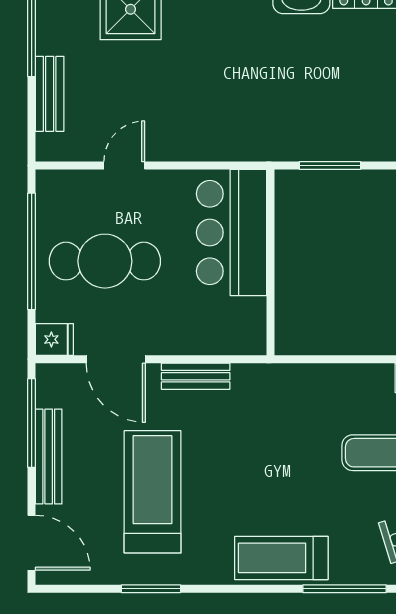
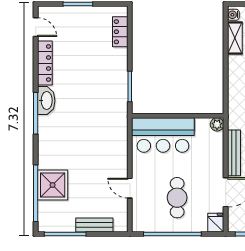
cafe table: (105, 261) -> (177, 198), width x0.73, depth x0.74
plant: (253, 342) -> (217, 124), added
bench: (196, 376) -> (234, 153), width x1.36

